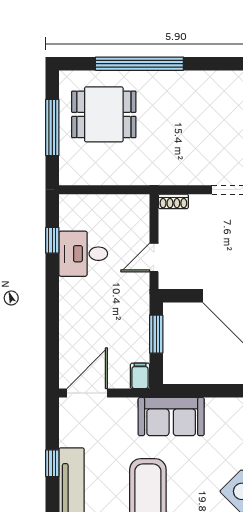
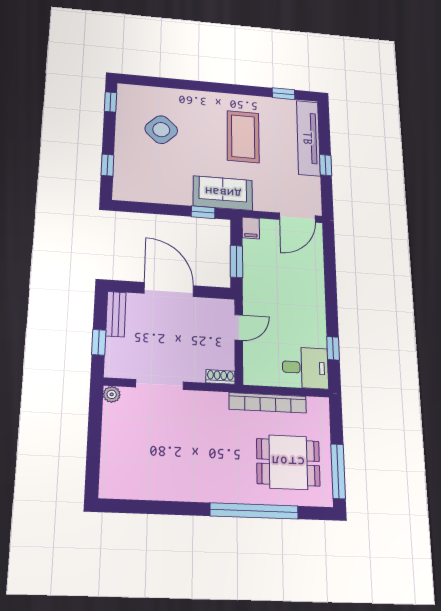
window: (52, 127) -> (338, 471), moved
bookcase: (124, 176) -> (268, 403), added
desk: (83, 254) -> (305, 368), moved
window: (193, 391) -> (203, 212), added

